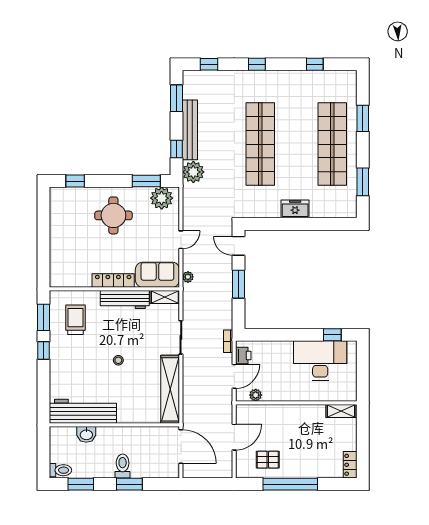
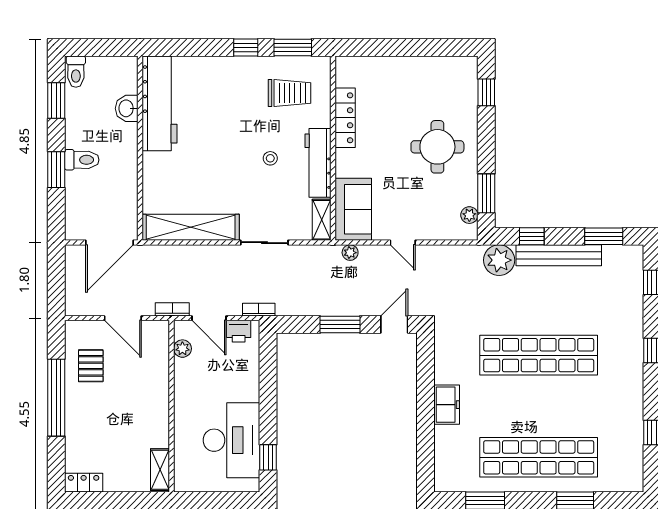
plant: (162, 198) -> (469, 215), width x0.53, depth x0.53
locker: (113, 280) -> (345, 118), moved
stool: (118, 360) -> (270, 158), moved
bookcase: (228, 402) -> (172, 309), added

